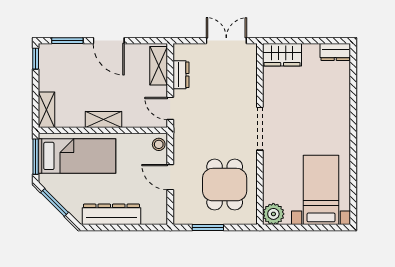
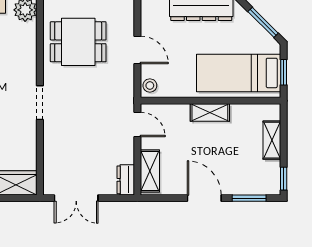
dresser: (181, 75) -> (126, 180), moved
shelving: (47, 110) -> (272, 140), moved
doorway: (260, 129) -> (40, 103), width x0.73
window: (36, 157) -> (284, 72), width x0.67
dining table: (225, 185) -> (78, 42), turned 90

